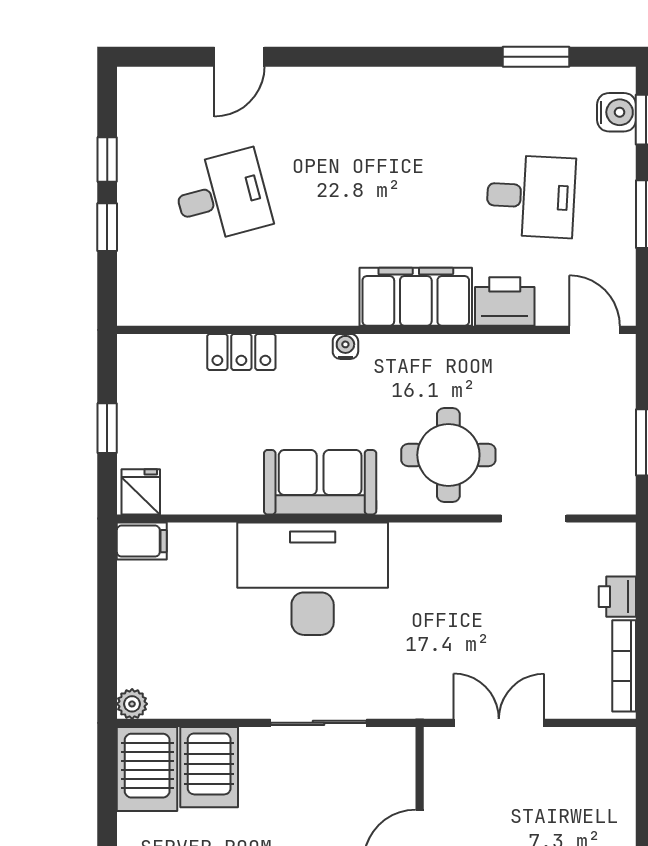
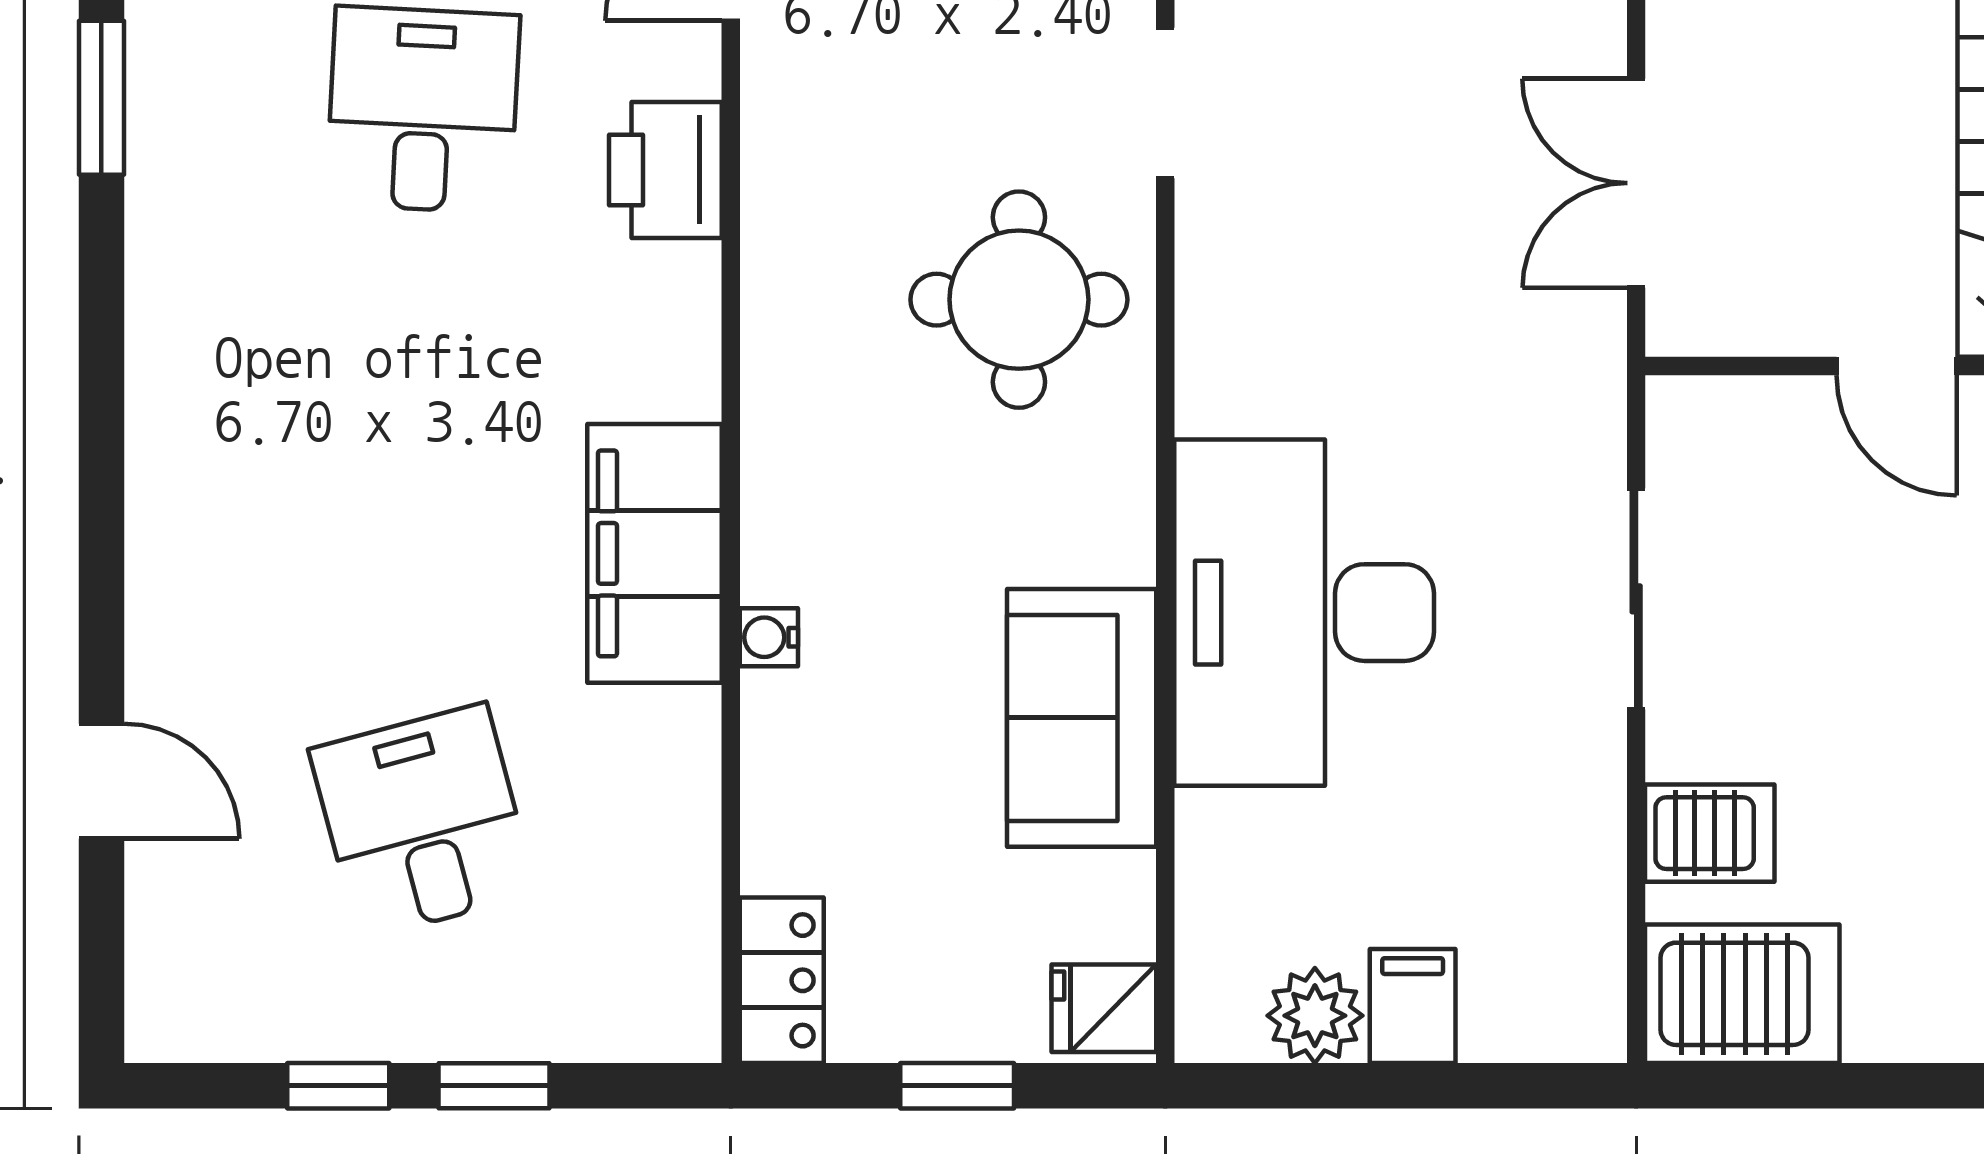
filing cabinet: (416, 297) -> (654, 553), moved
water cooler: (345, 346) -> (769, 637), moved
locker: (241, 352) -> (782, 980), moved
sofa: (320, 482) -> (1082, 718), moved
filing cabinet: (142, 541) -> (1413, 1006), moved
plant: (132, 704) -> (1315, 1016), moved, width x1.38, depth x1.38
server rack: (209, 767) -> (1710, 833), width x0.73, depth x0.70

